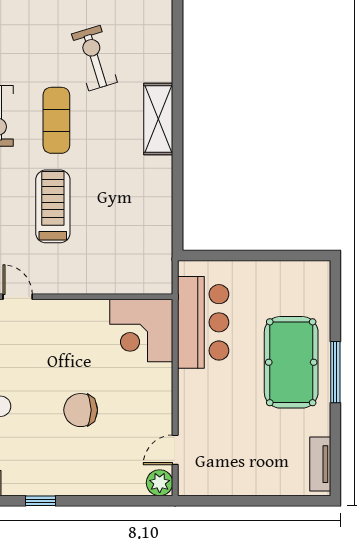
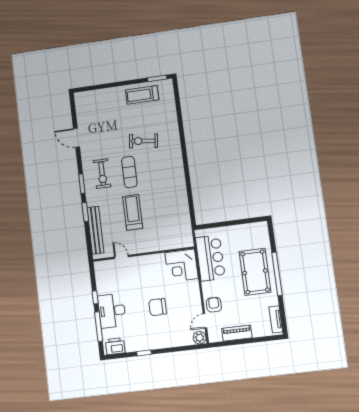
exercise bike: (94, 58) -> (143, 141), turned -66
shelving: (158, 119) -> (177, 165), removed
window: (335, 372) -> (277, 274), width x1.46
armchair: (198, 419) -> (214, 305), added
piano: (237, 483) -> (237, 333), added

